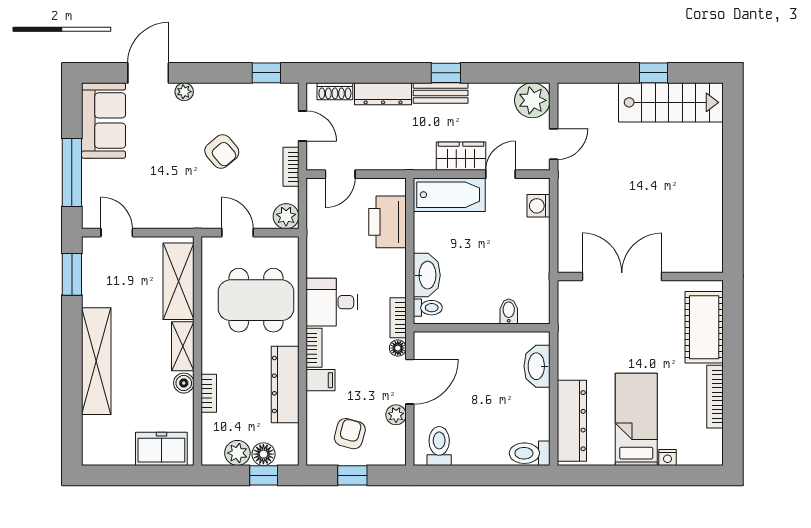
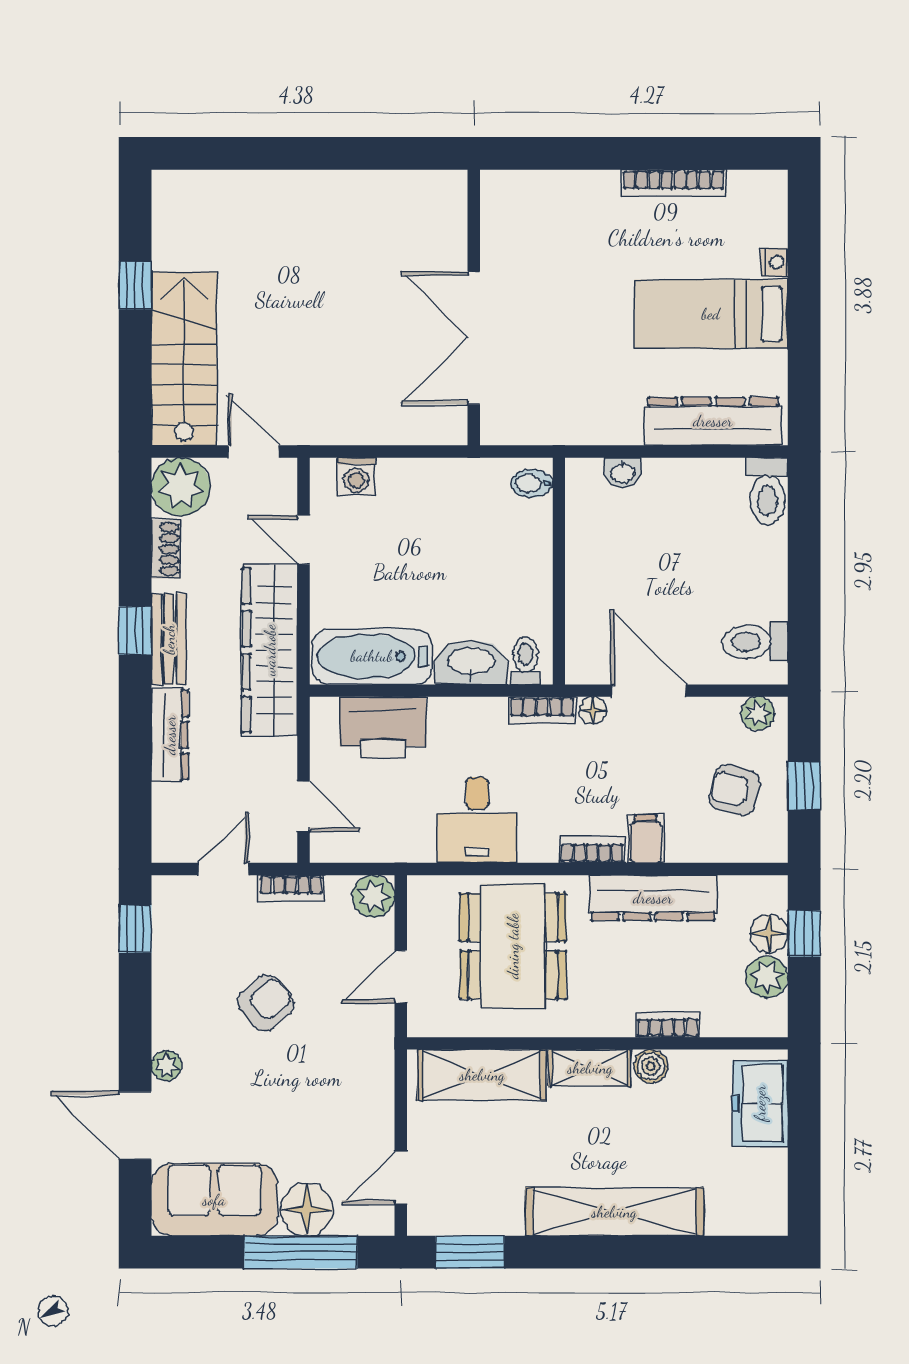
shoe rack: (335, 91) -> (166, 549), moved
stairs: (671, 102) -> (184, 359), moved
wardrobe: (461, 156) -> (270, 650), width x2.10, depth x1.17
floor lamp: (97, 176) -> (307, 1210), added
bathtub: (449, 195) -> (372, 656), moved, turned -90
desk: (332, 302) -> (477, 820), moved
bidet: (509, 311) -> (532, 483), moved
cot: (704, 327) -> (558, 201), removed
washbasin: (537, 366) -> (623, 472), width x0.52, depth x0.69
plant: (396, 415) -> (758, 713), moved

